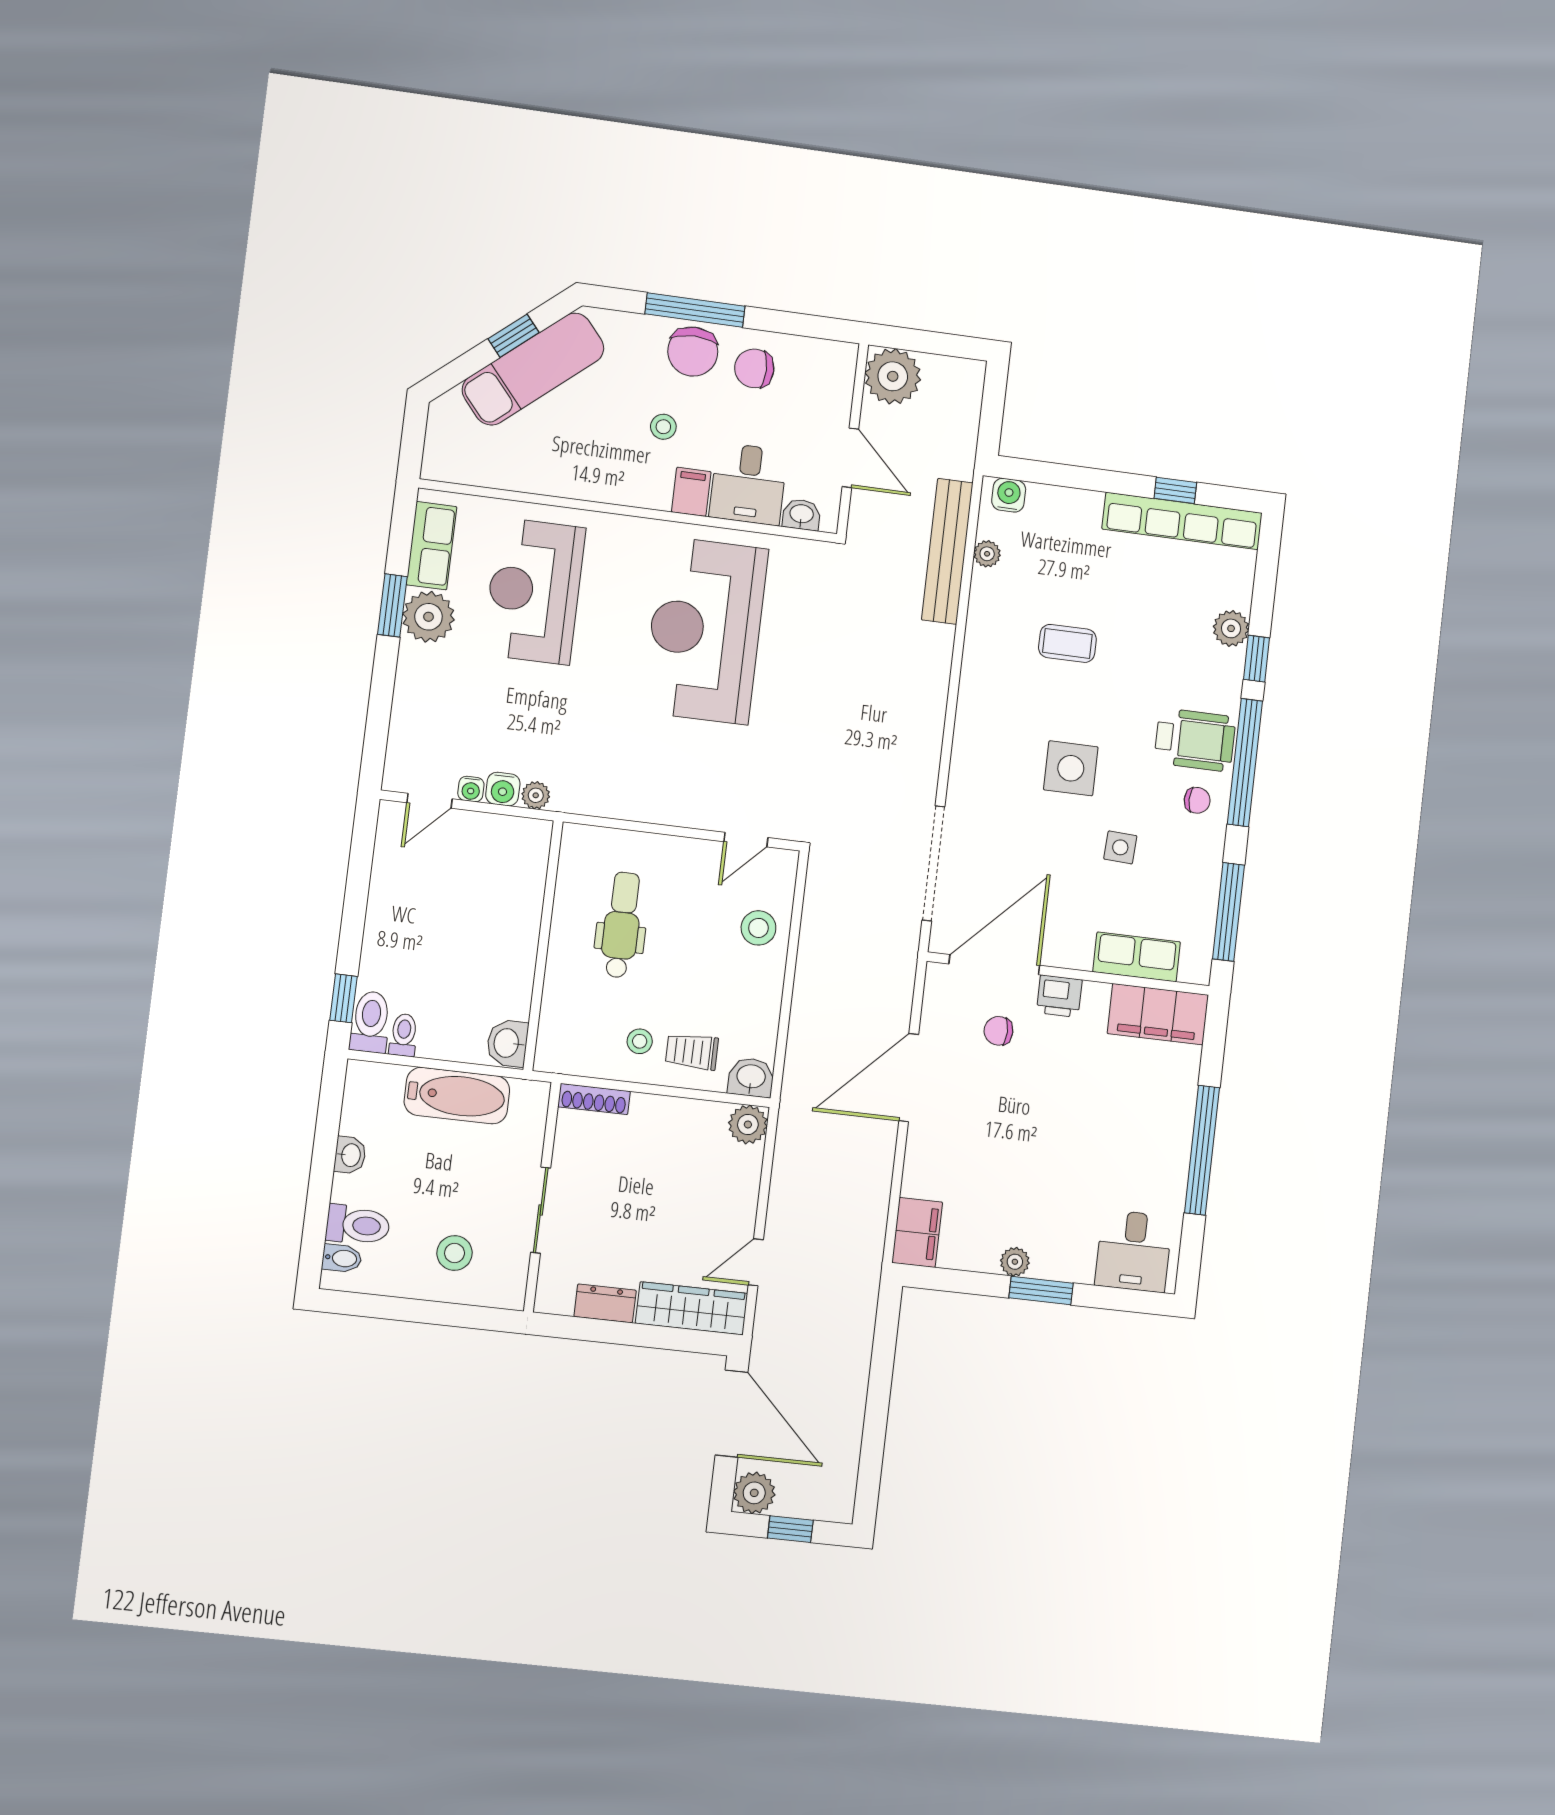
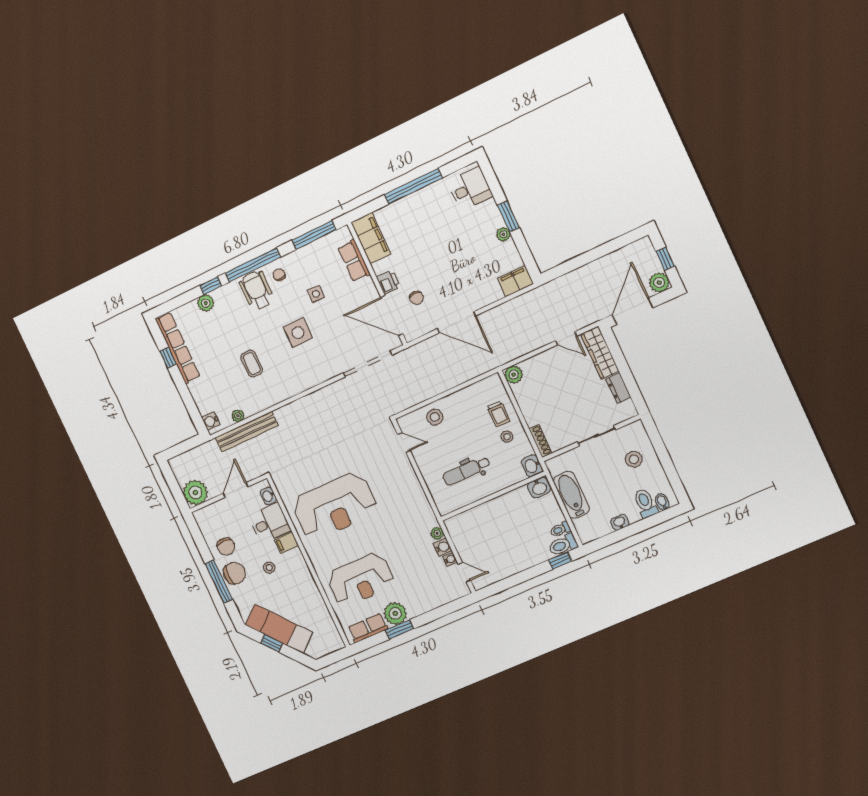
washbasin: (751, 1077) -> (532, 466), moved

